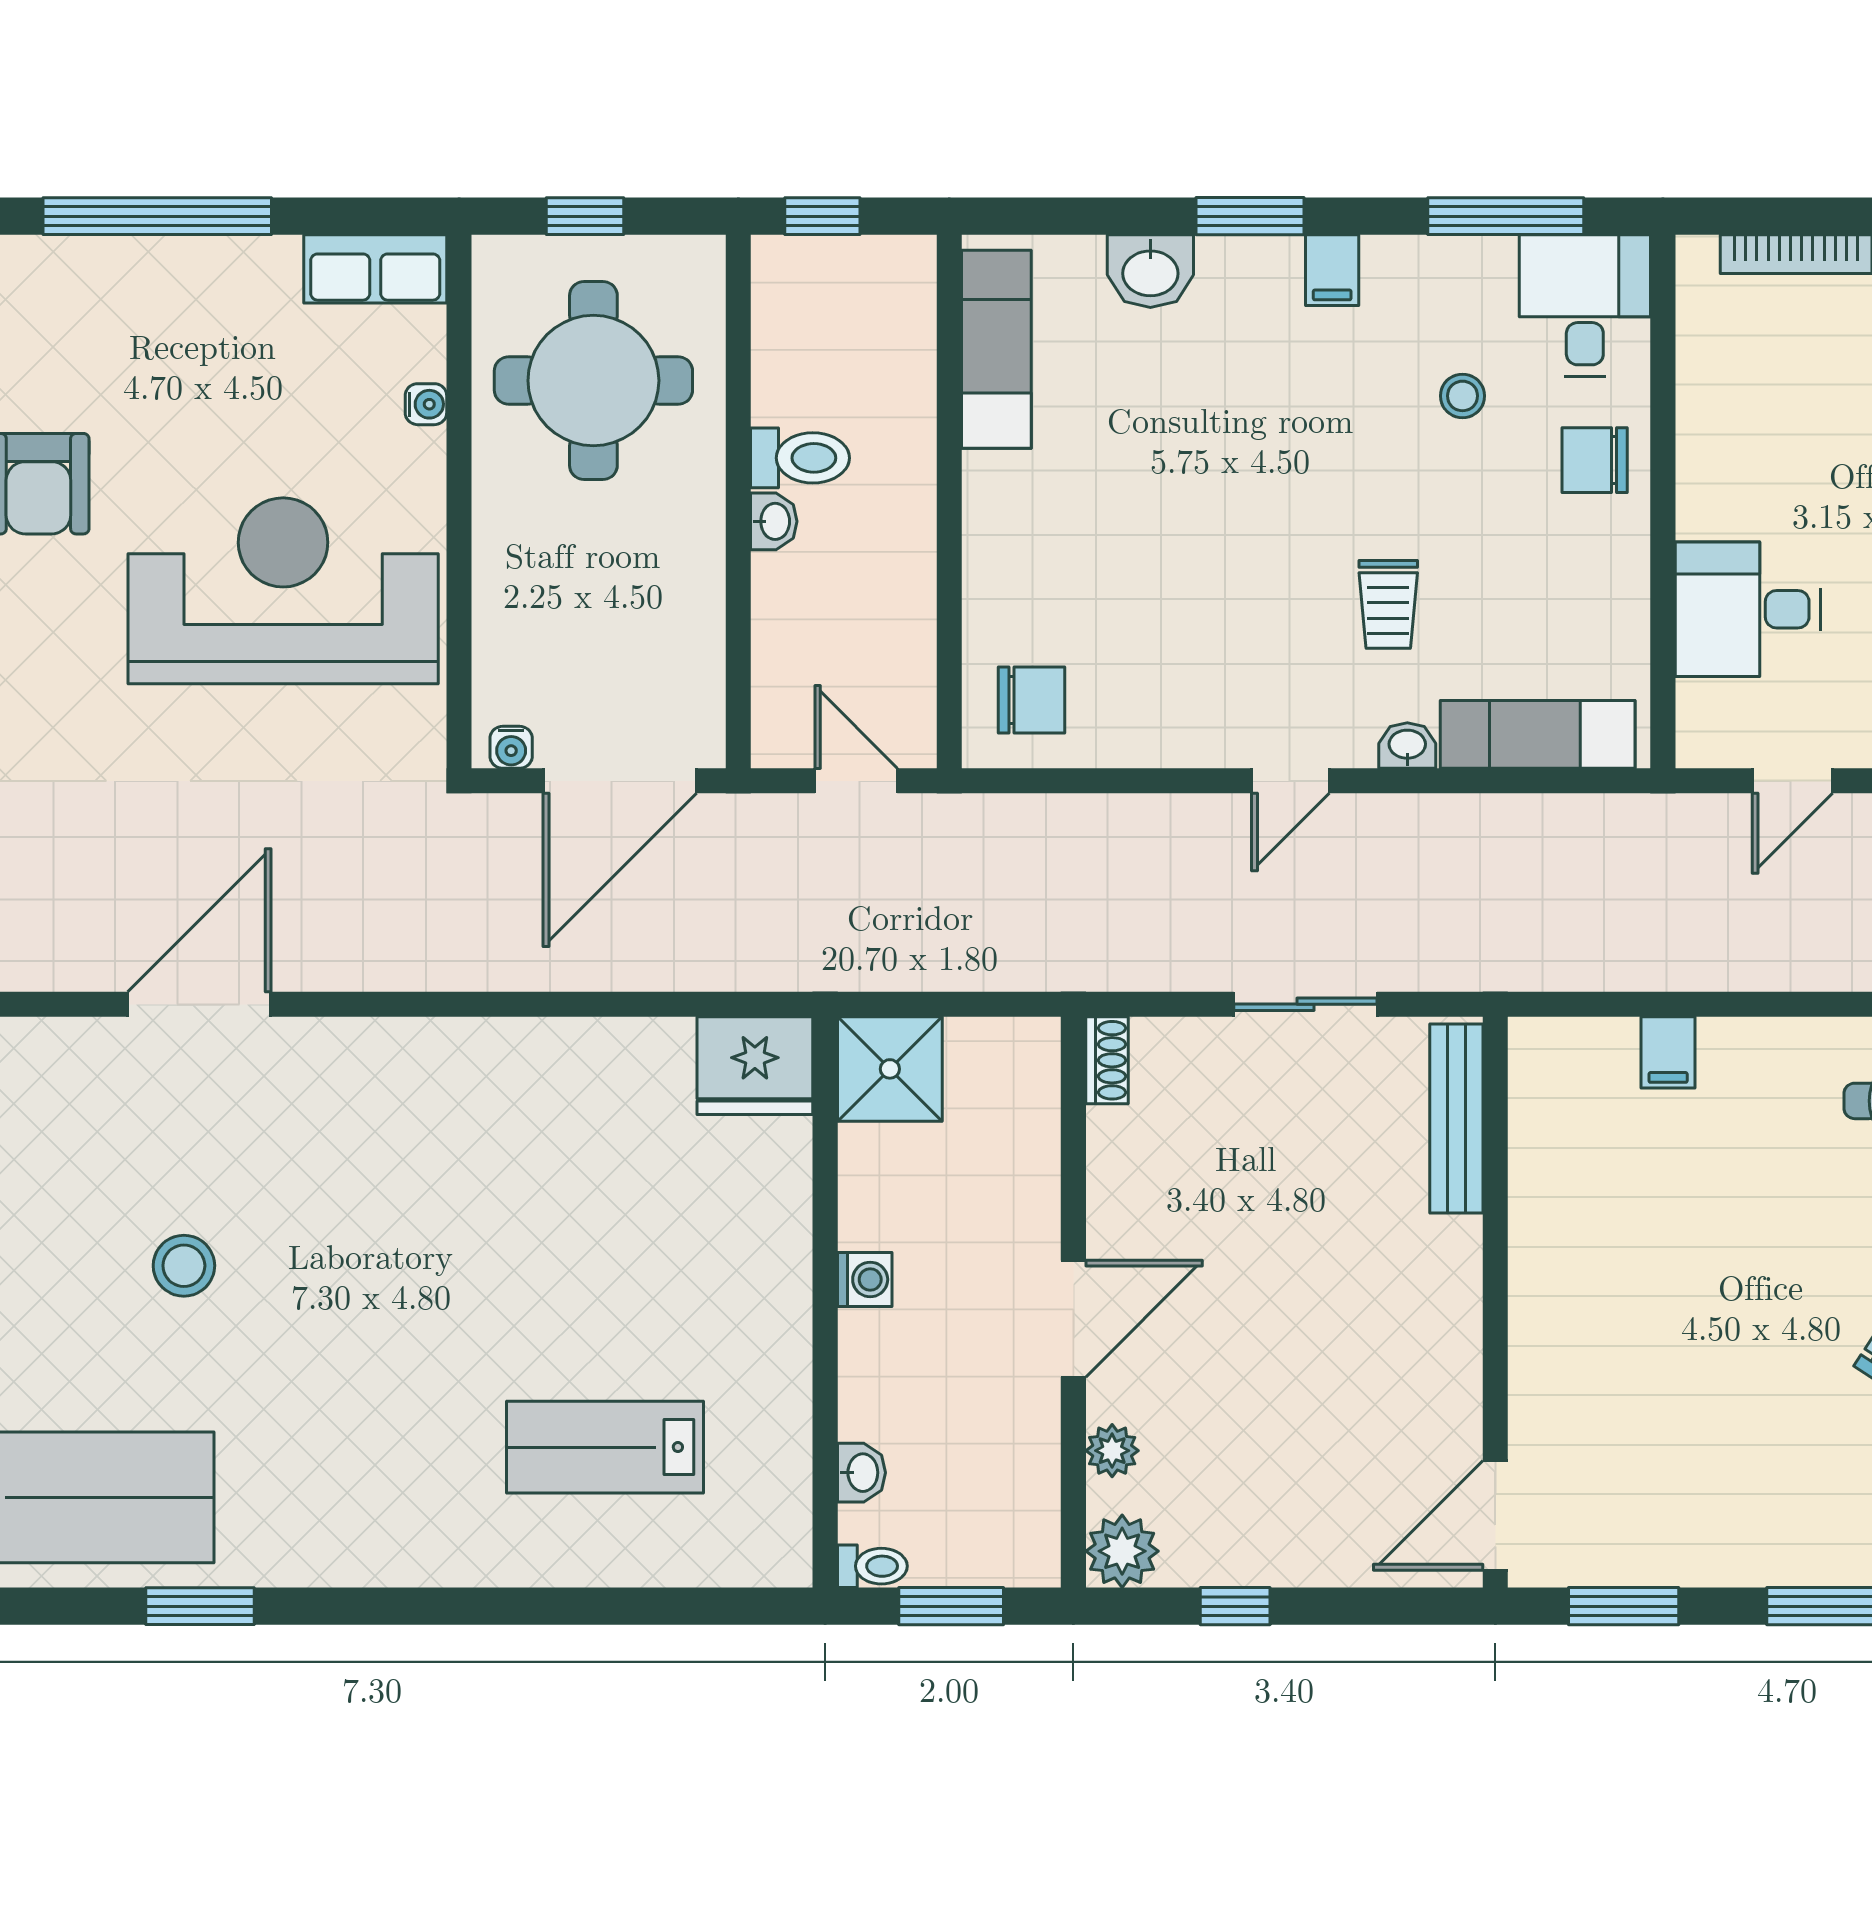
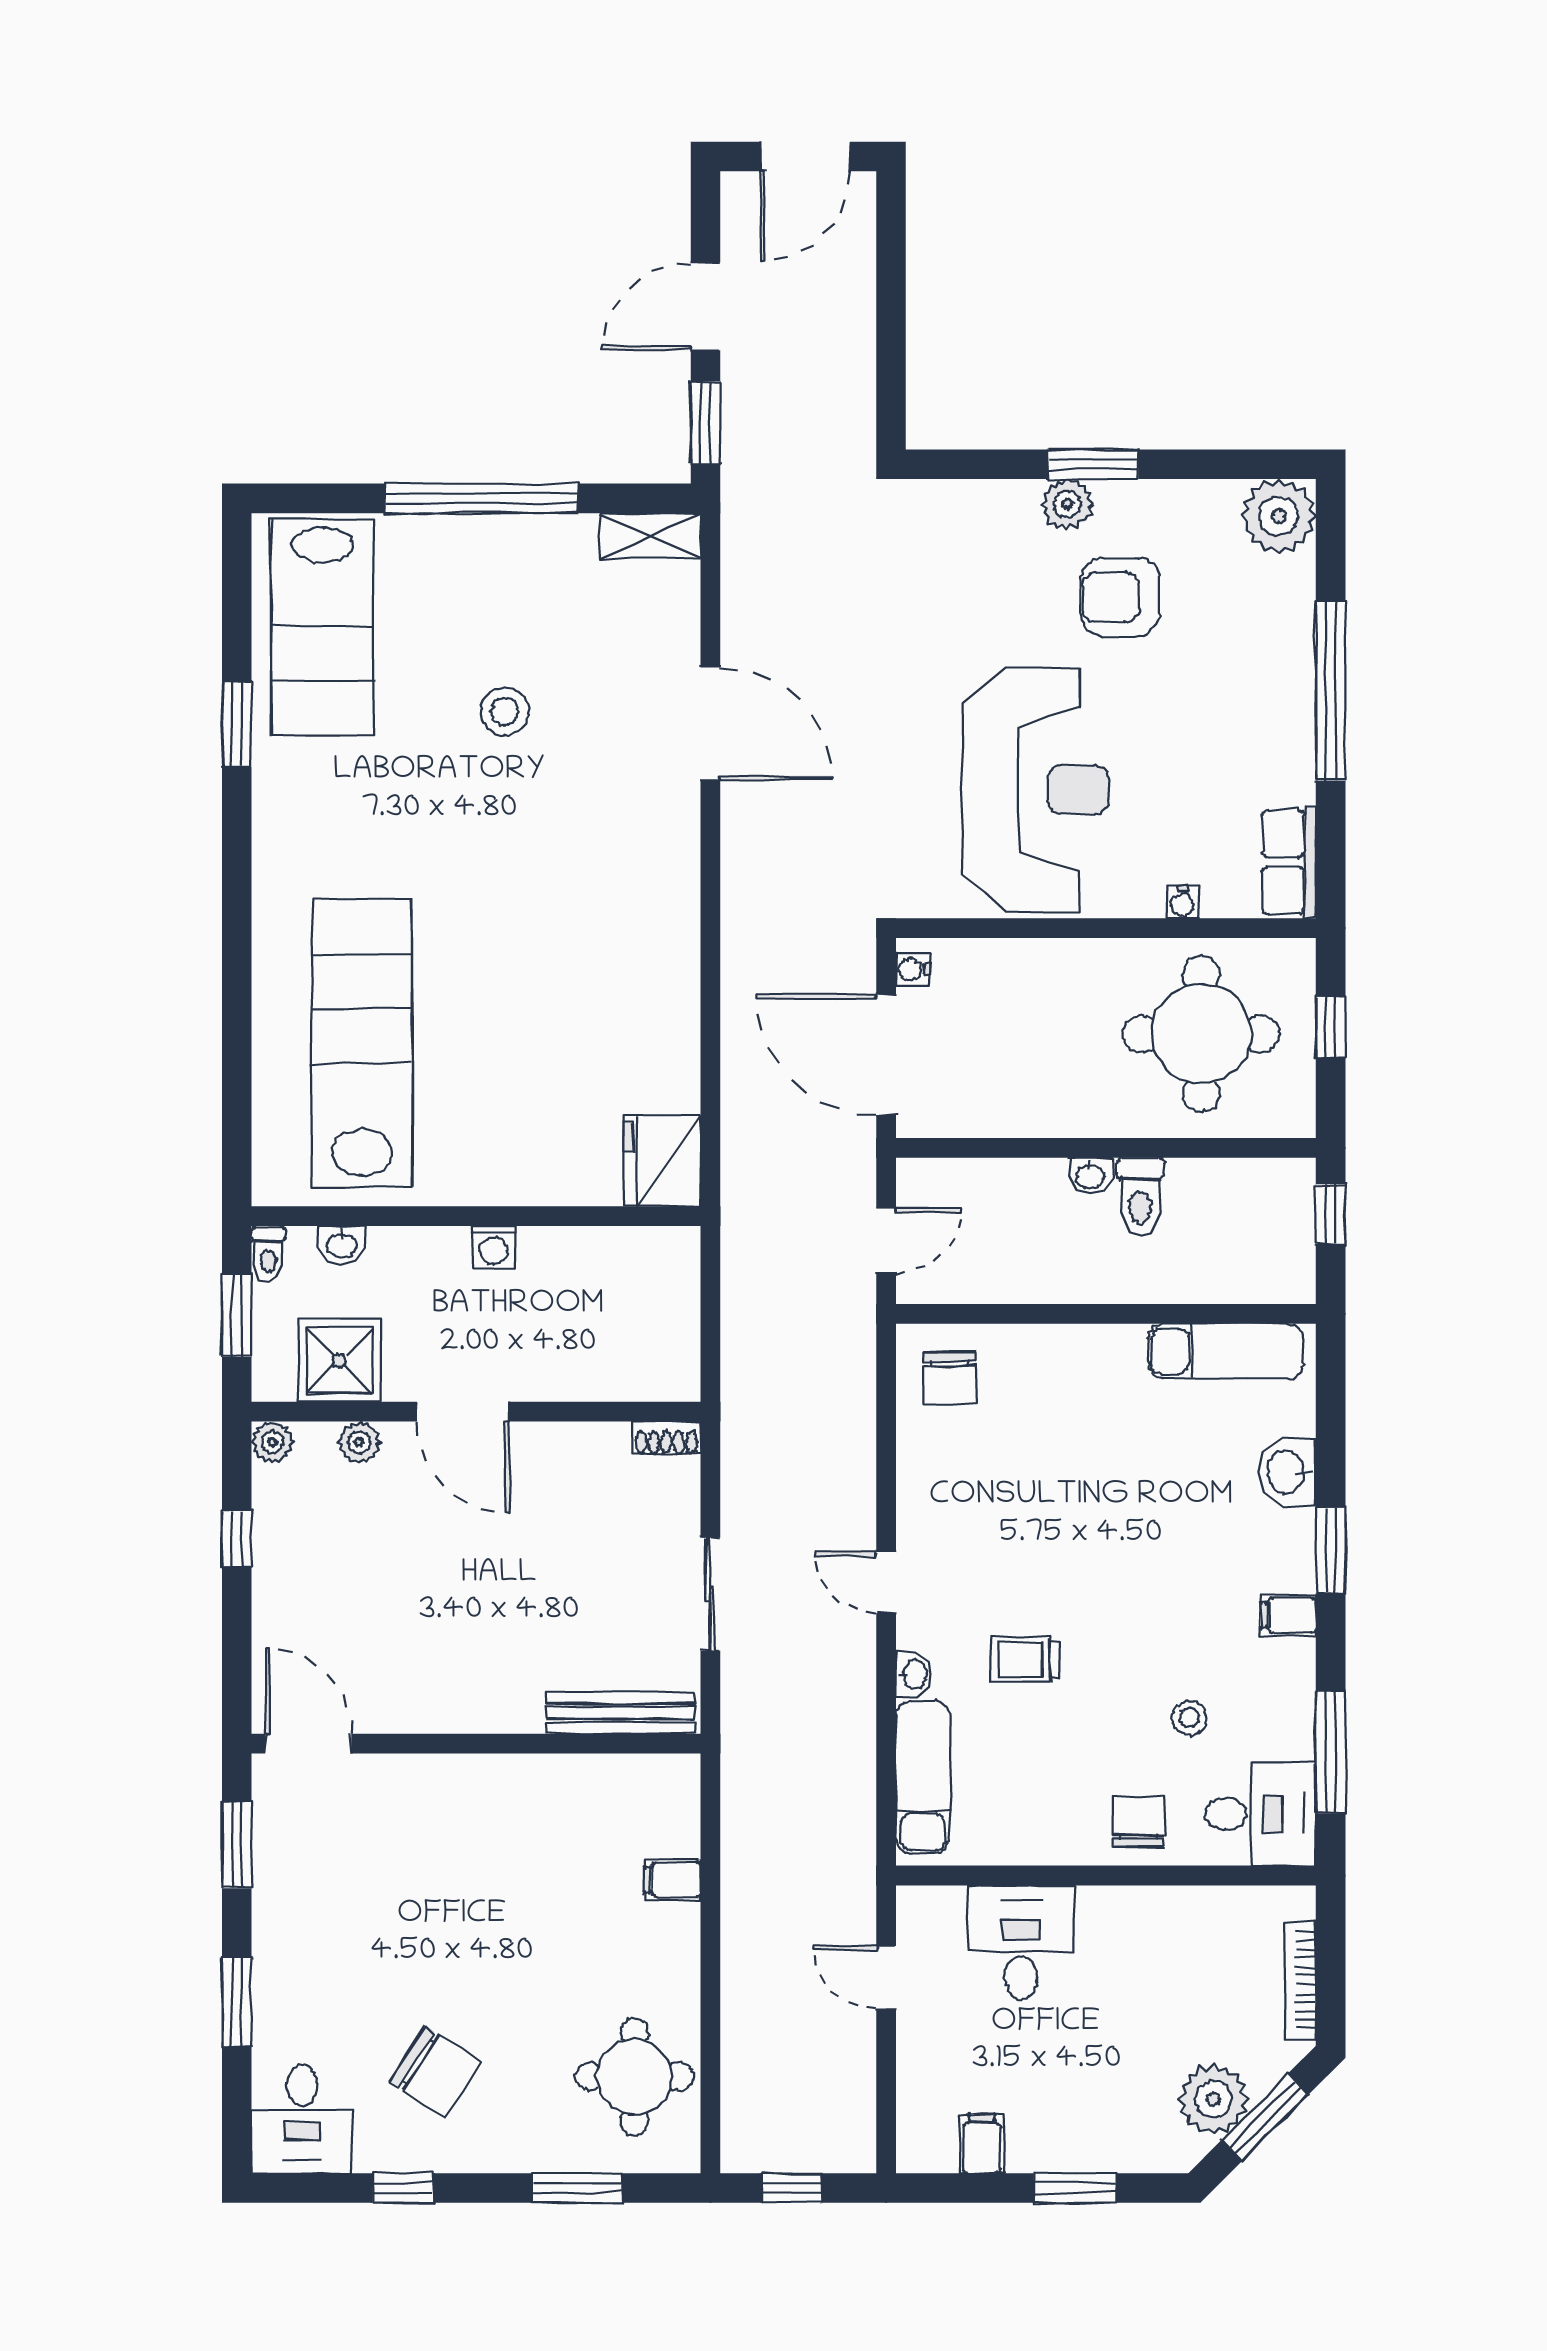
shower: (890, 1069) -> (340, 1361), moved
lab bench: (605, 1447) -> (362, 1043), width x1.86, depth x1.39
plant: (1122, 1551) -> (272, 1442), width x0.73, depth x0.73

